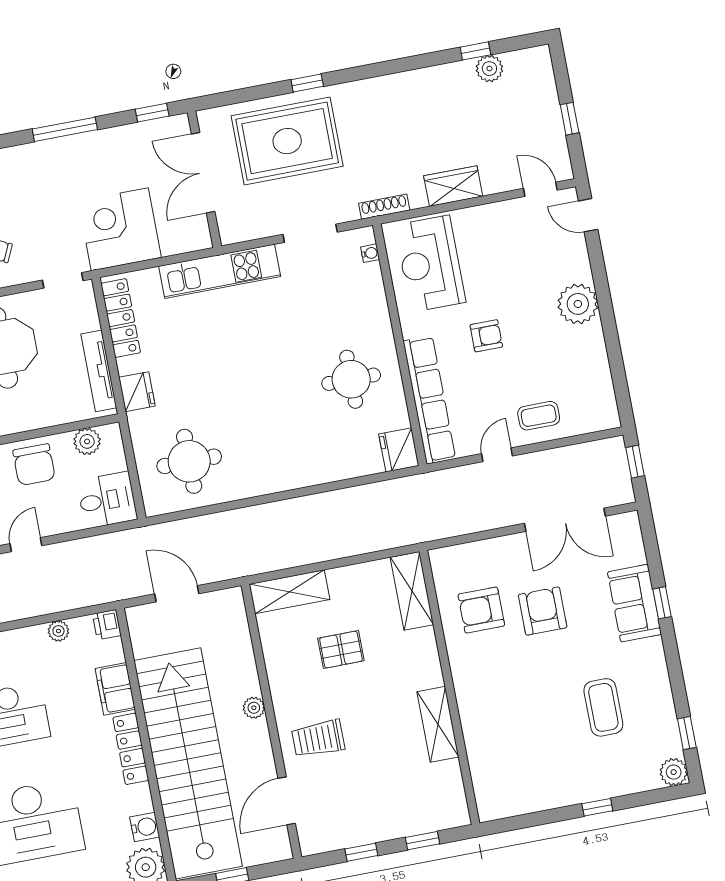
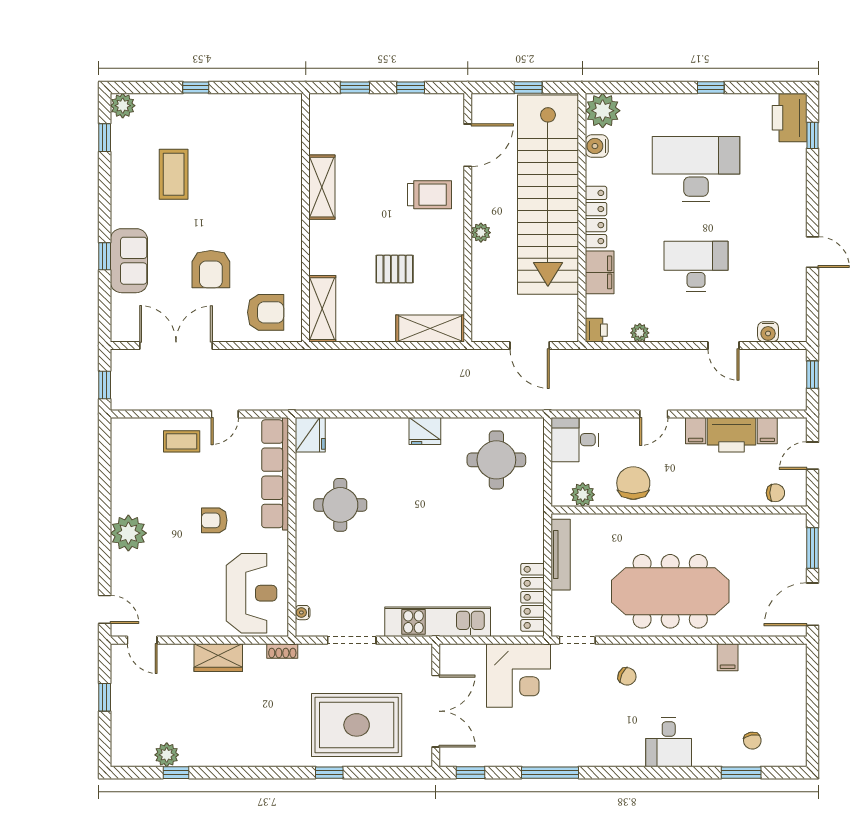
shoe rack: (384, 207) -> (282, 651), width x0.70
fridge: (137, 392) -> (425, 431), moved, turned -90
armchair: (481, 610) -> (266, 312), moved

